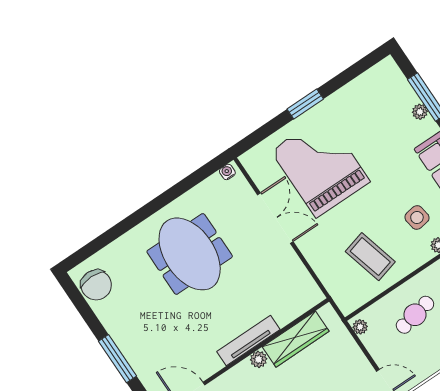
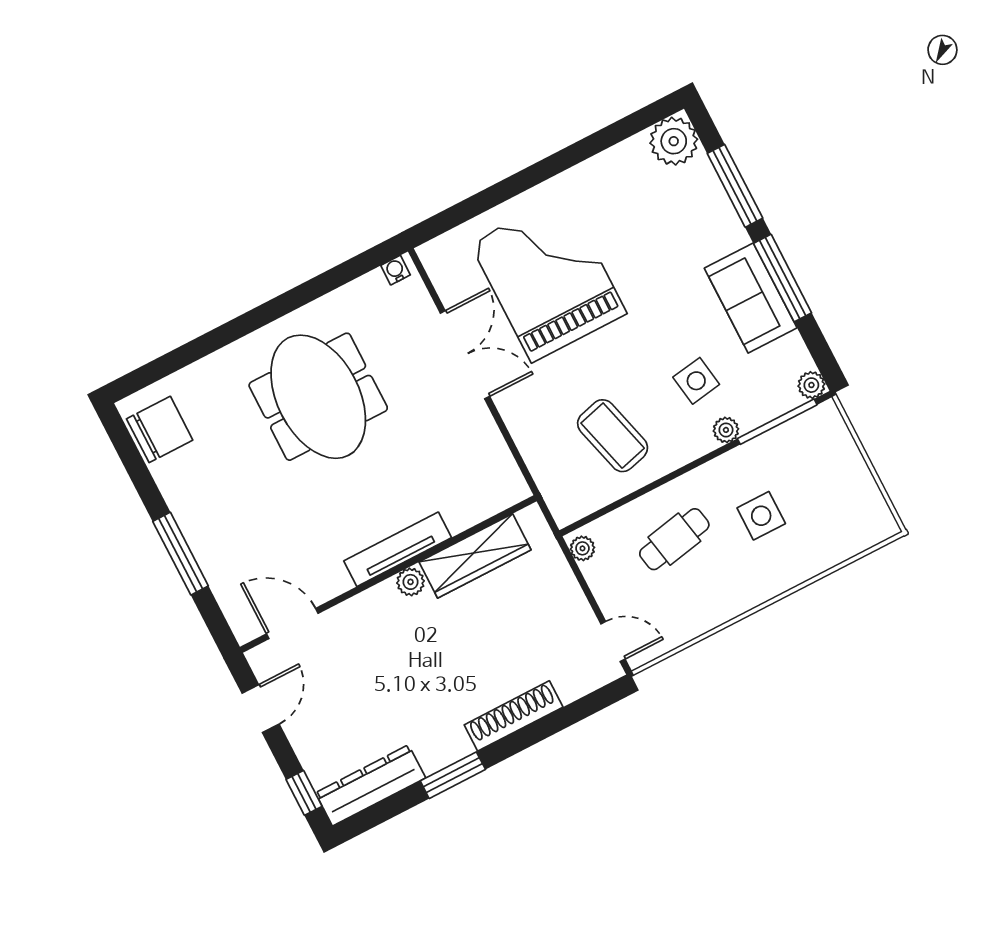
window: (305, 104) -> (536, 174), removed
plant: (420, 112) -> (674, 141), moved, width x1.87, depth x1.87
chair: (96, 285) -> (160, 429), turned -90

